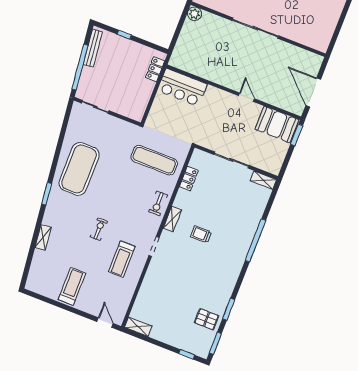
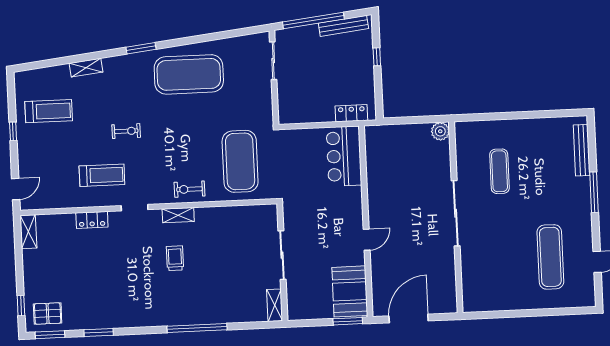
exercise mat: (154, 160) -> (240, 161), width x1.47
locker: (189, 179) -> (92, 220), moved
treadmill: (122, 259) -> (102, 175), turned 180
treadmill: (72, 286) -> (49, 111), moved
window: (65, 307) -> (13, 131), added
pallet: (207, 319) -> (48, 313), moved, turned 90

